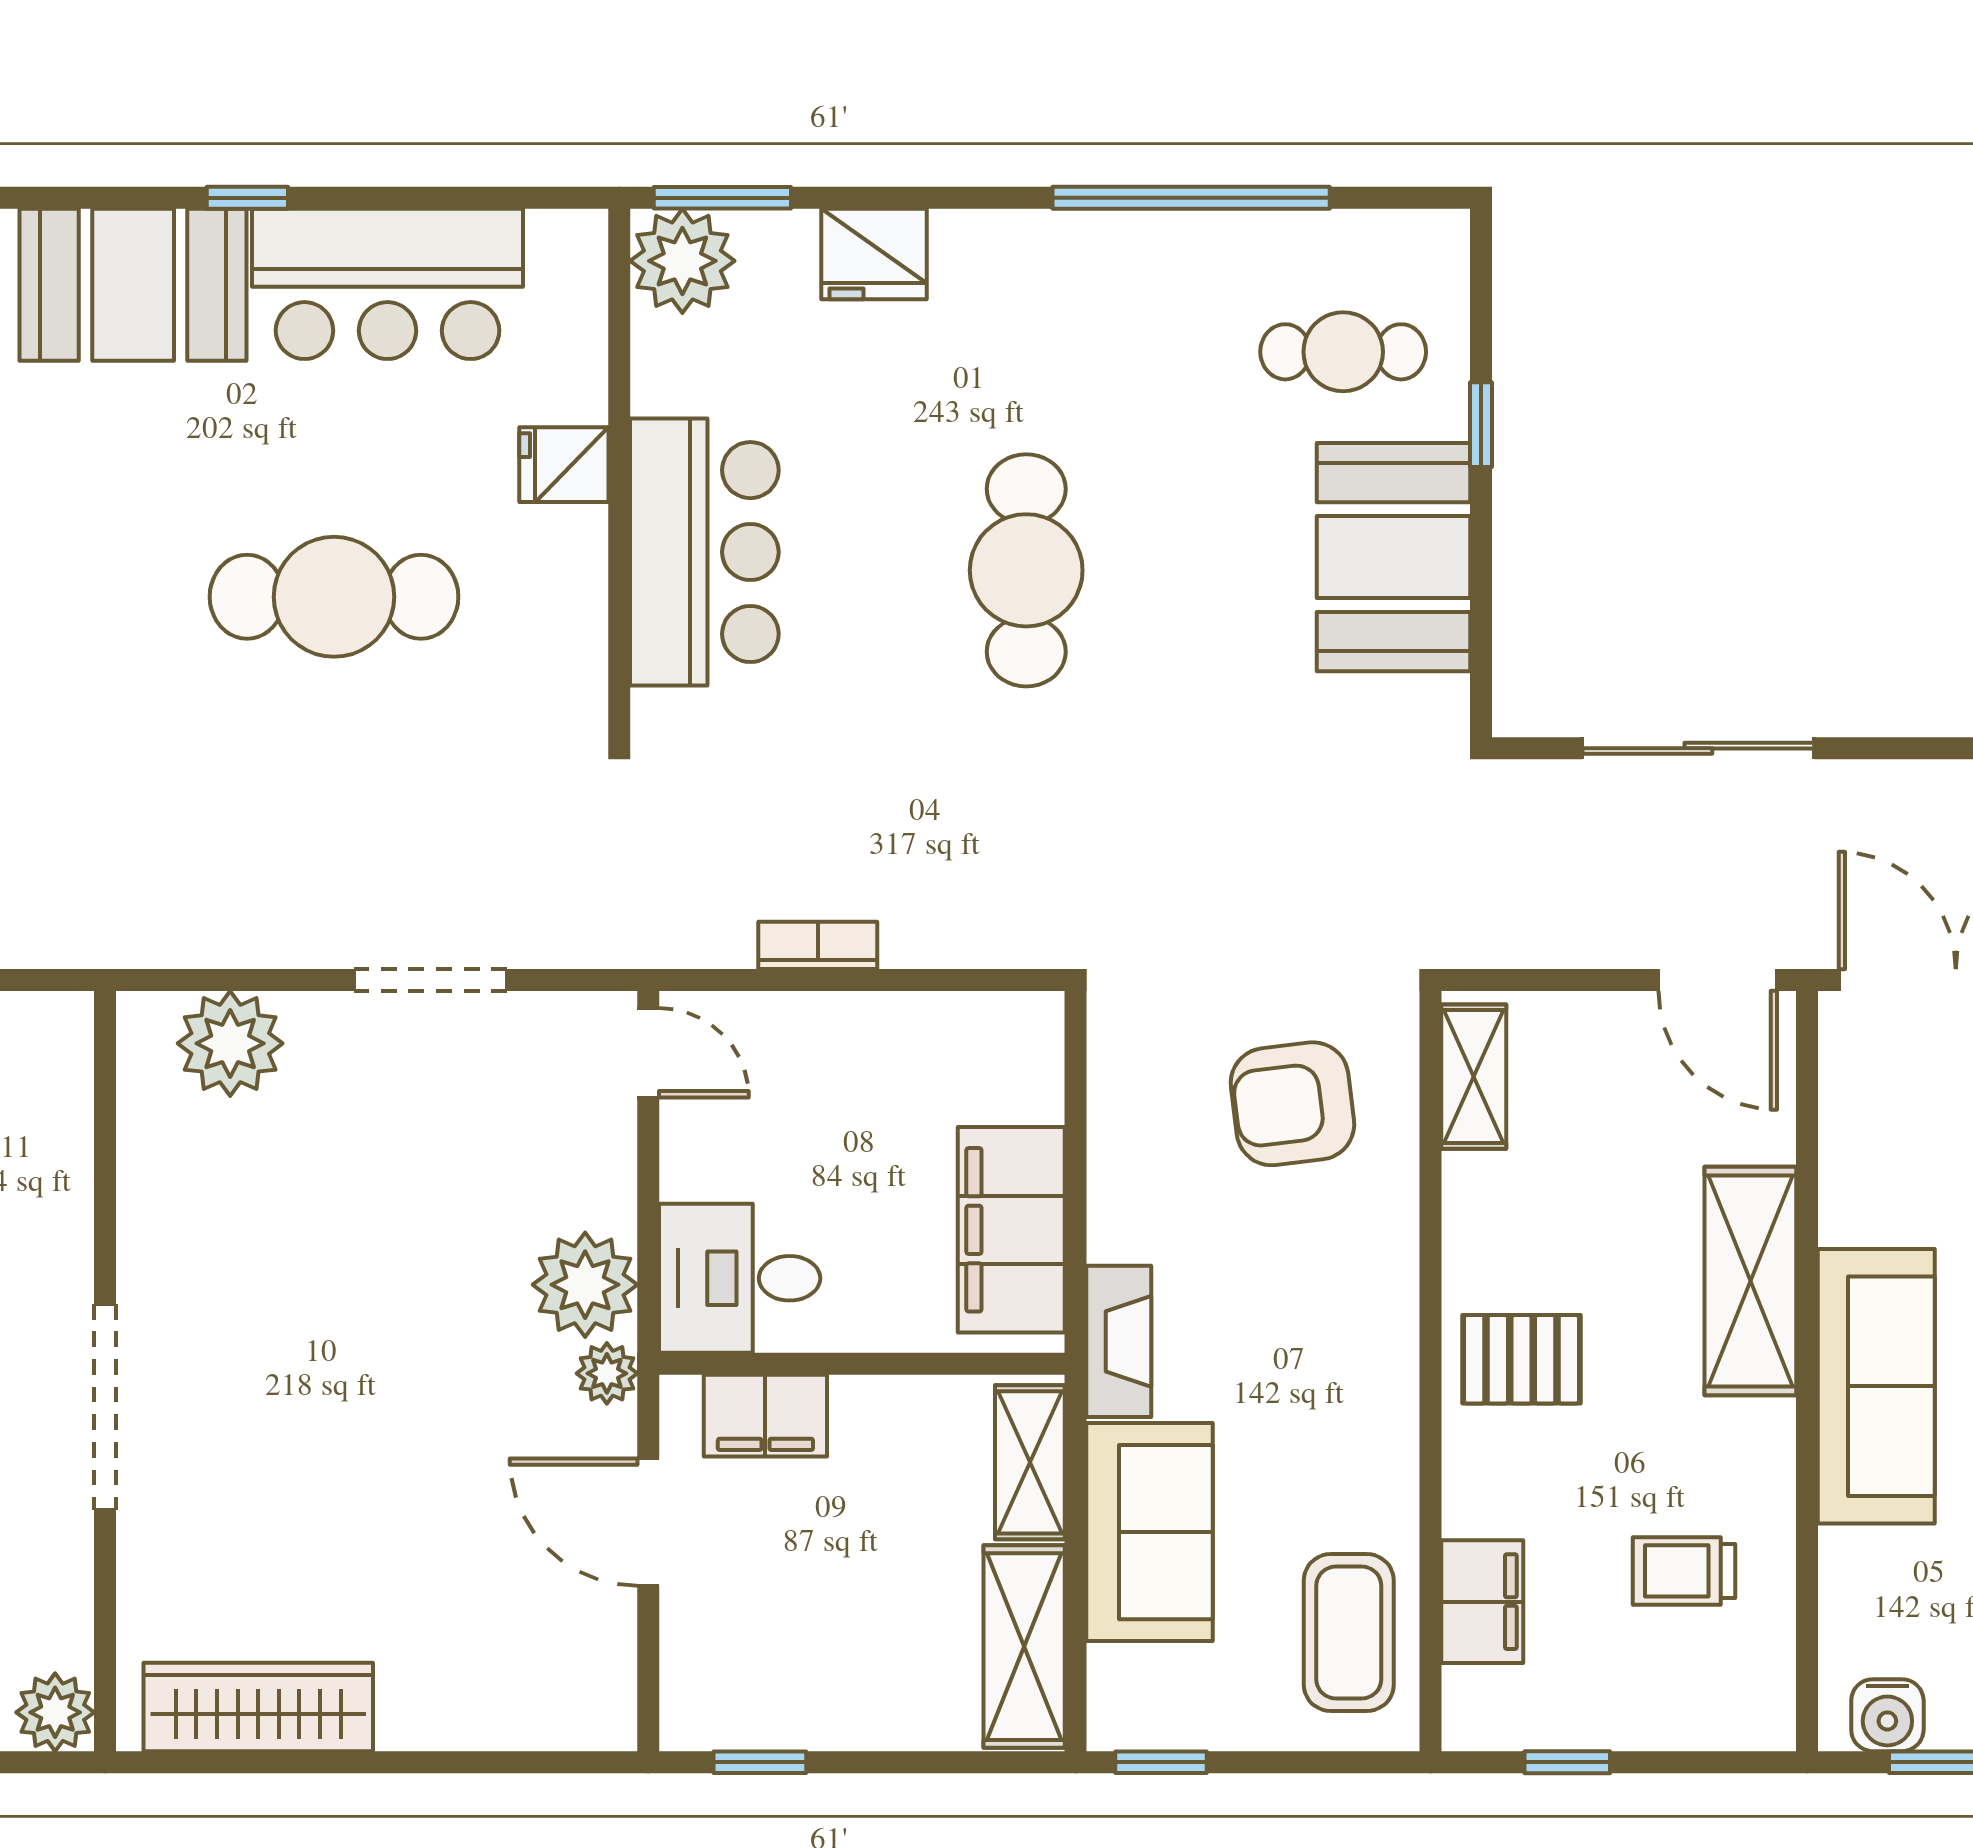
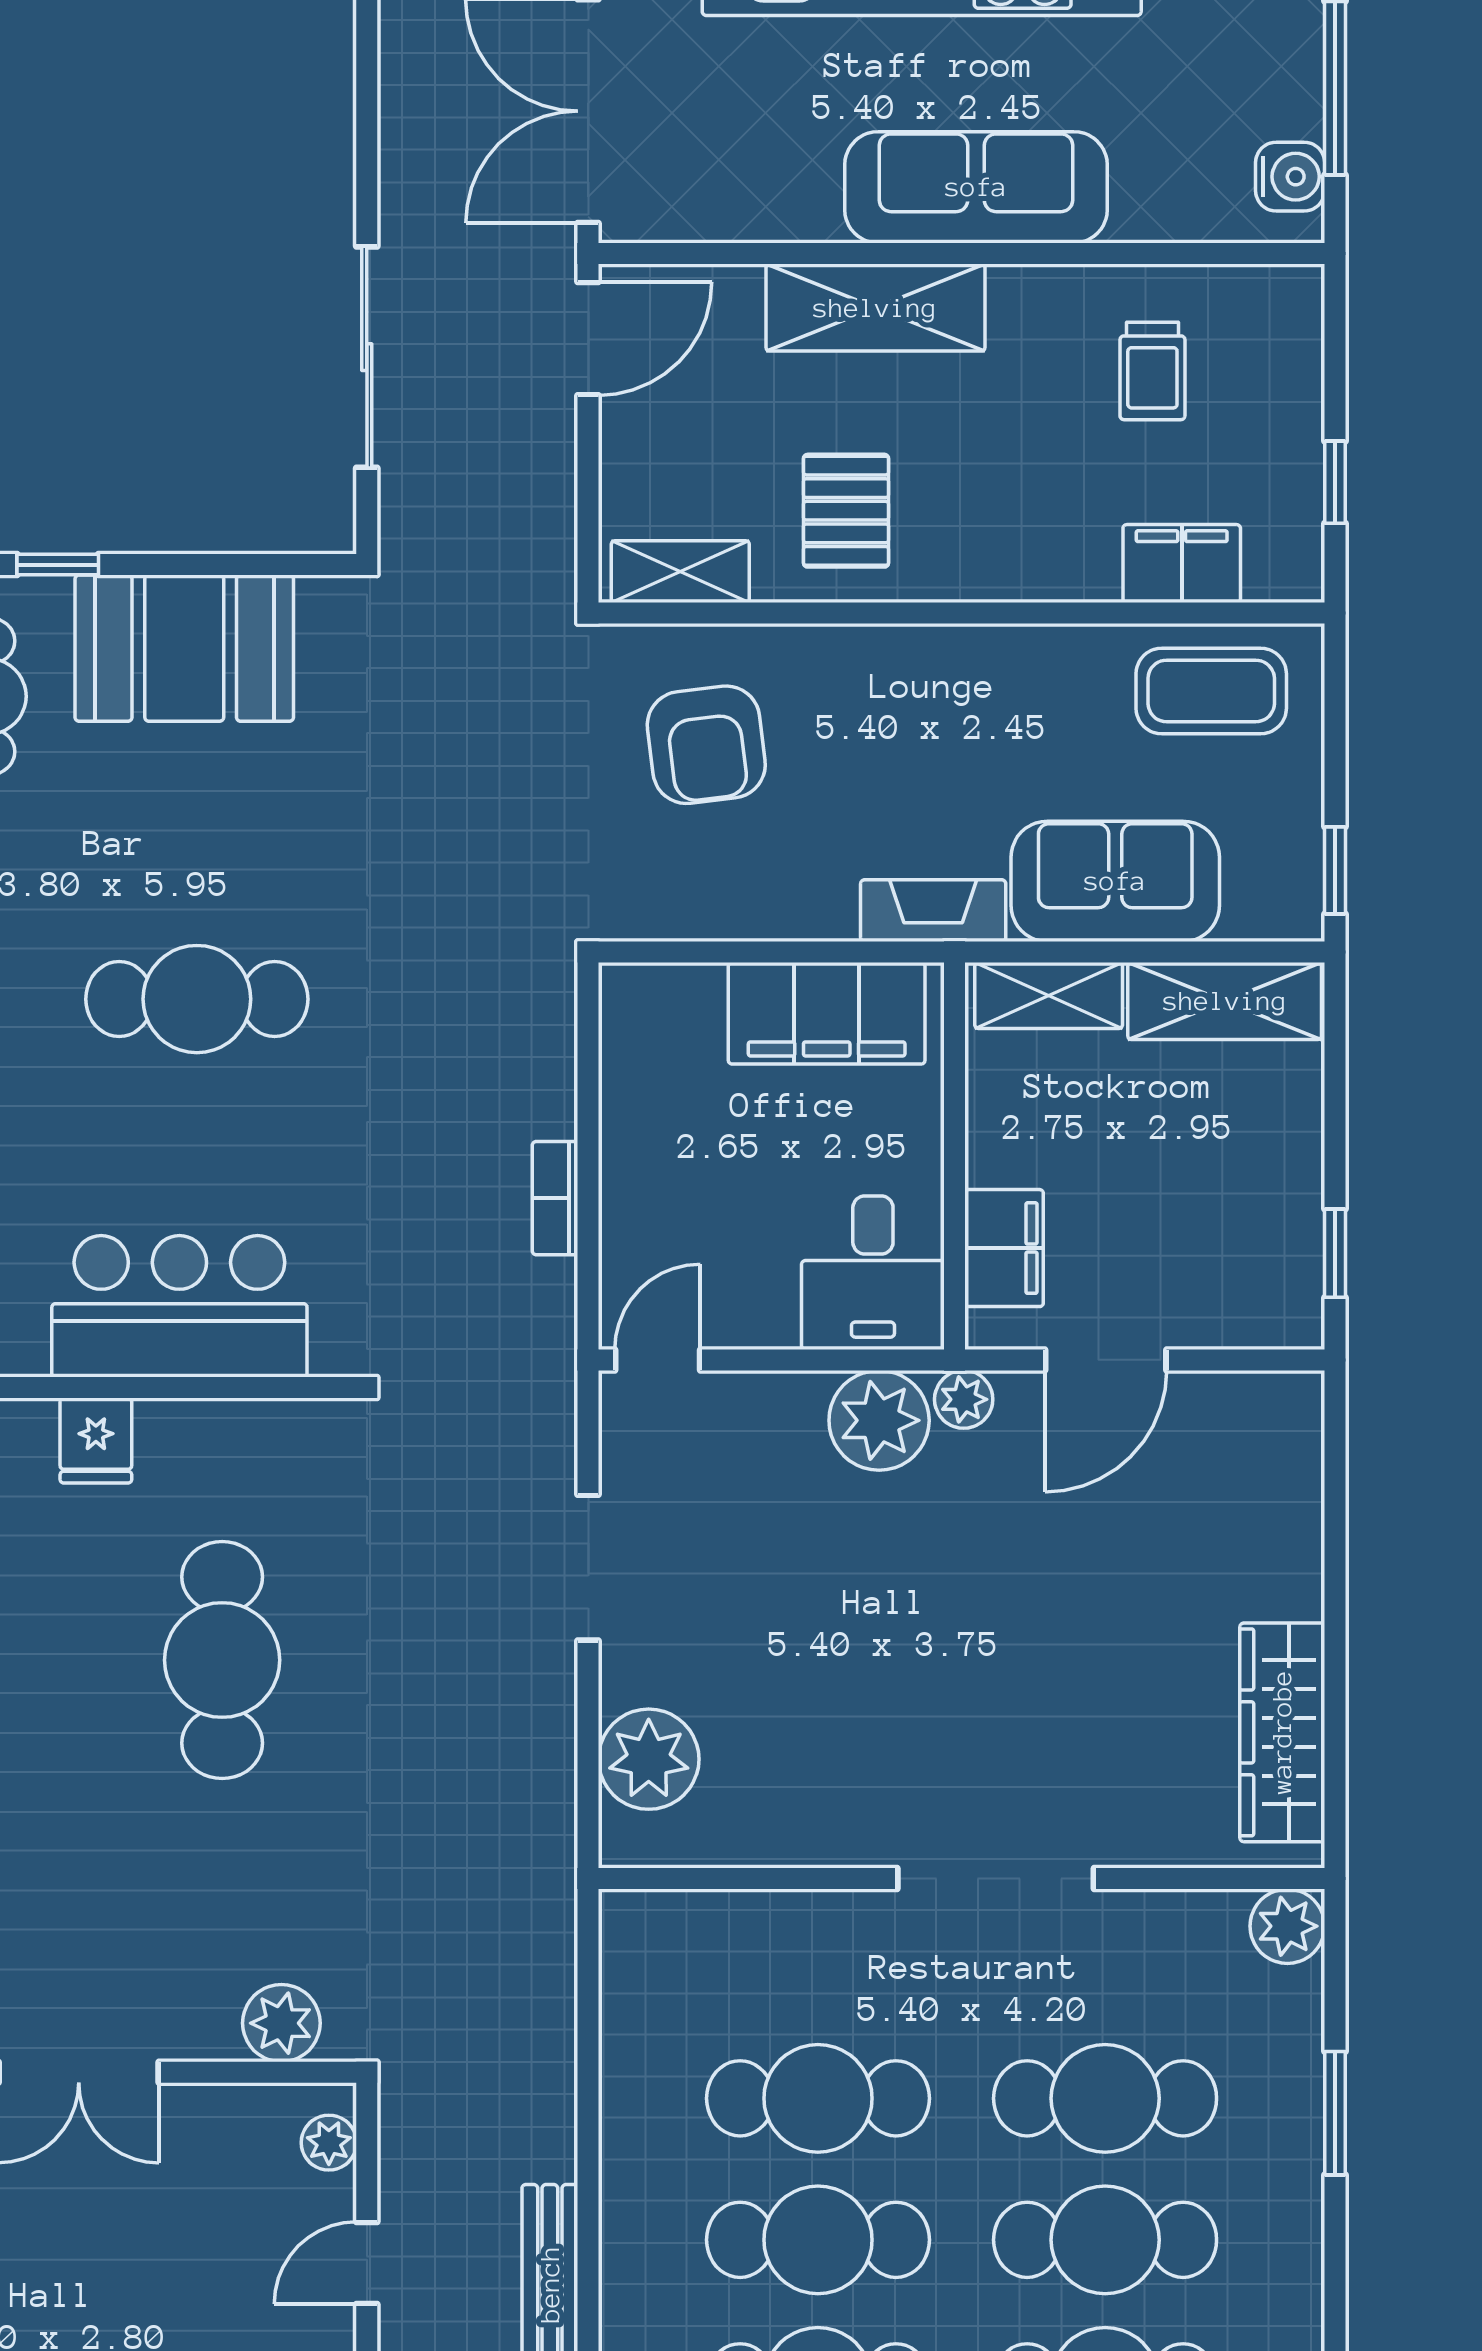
pallet: (1521, 1359) -> (846, 511), moved

